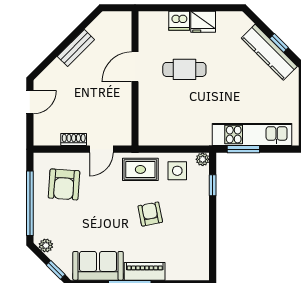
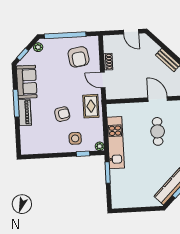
kitchen unit: (252, 135) -> (116, 143), moved
side table: (177, 171) -> (75, 138), moved
armchair: (64, 184) -> (79, 57), turned -103

